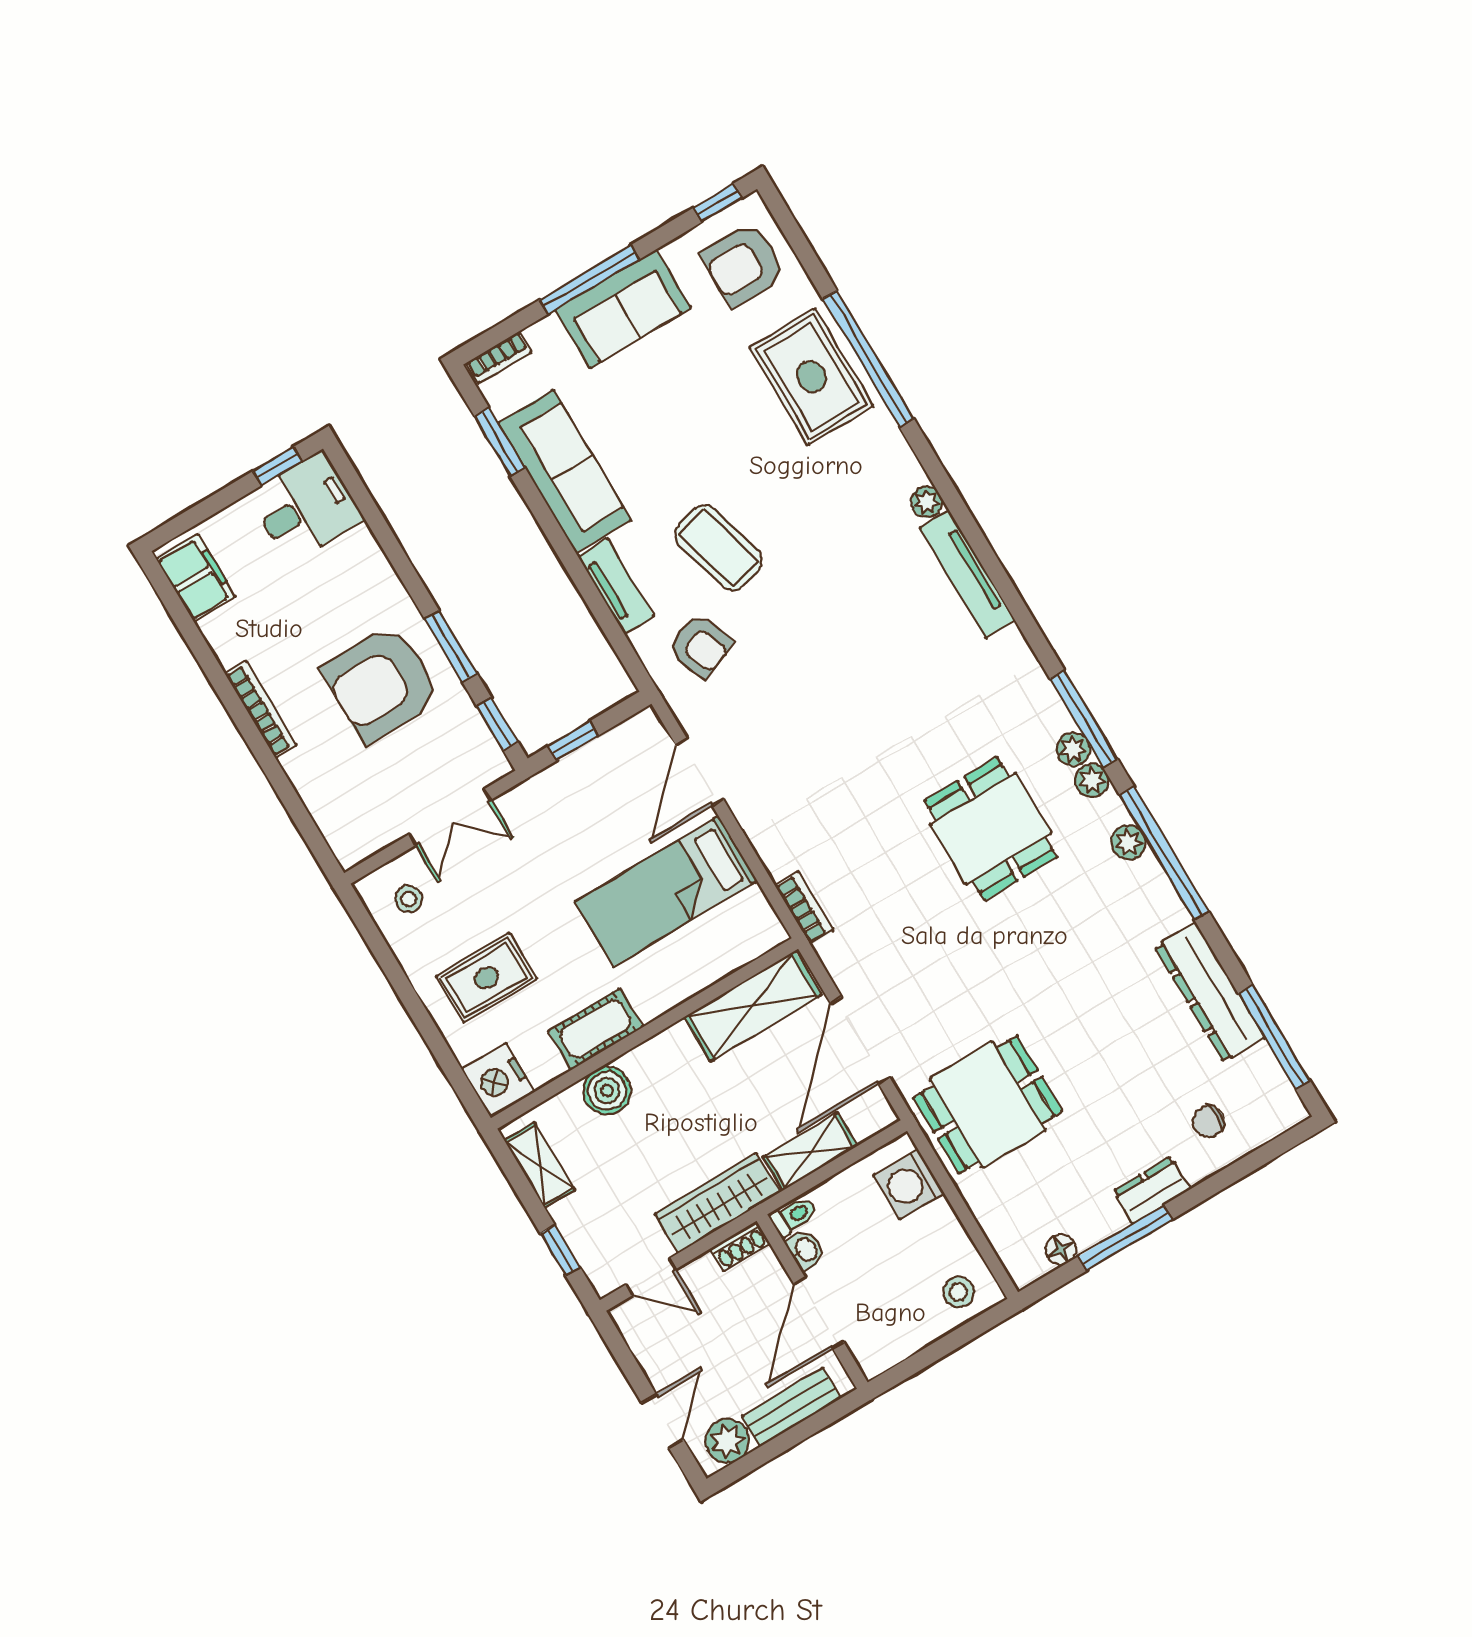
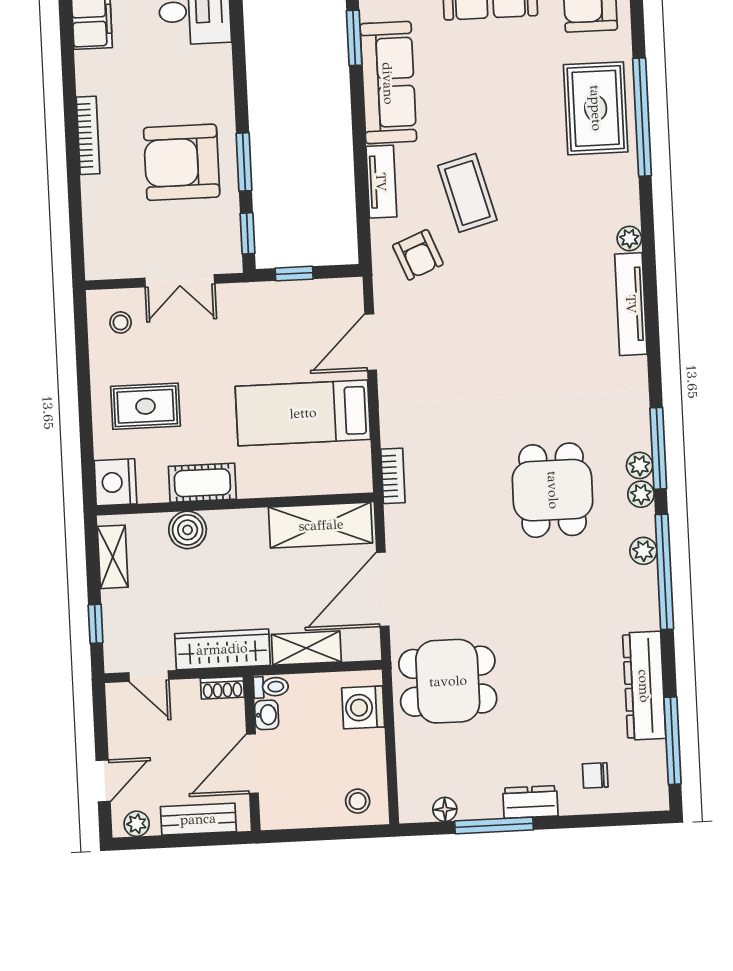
plant: (727, 1441) -> (137, 824), width x0.73, depth x0.73

